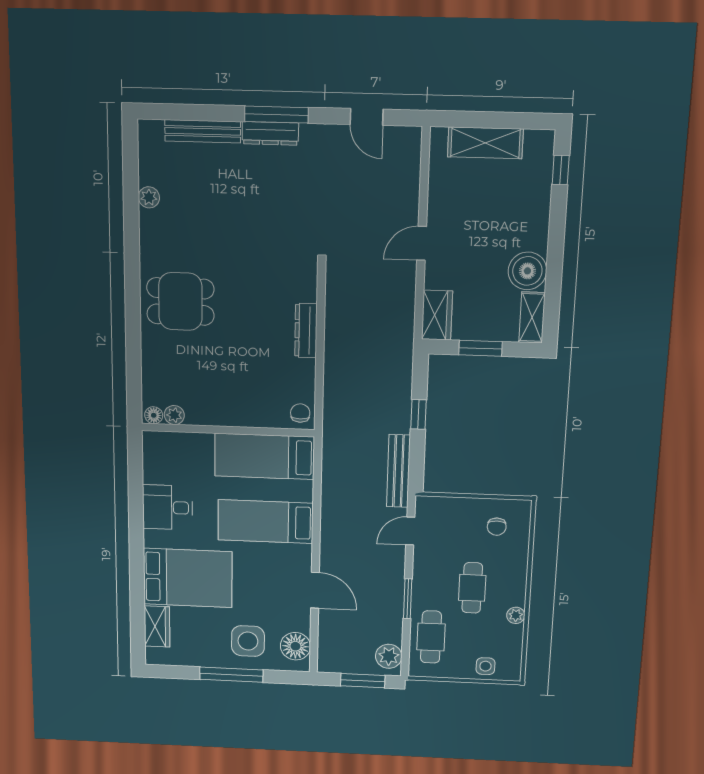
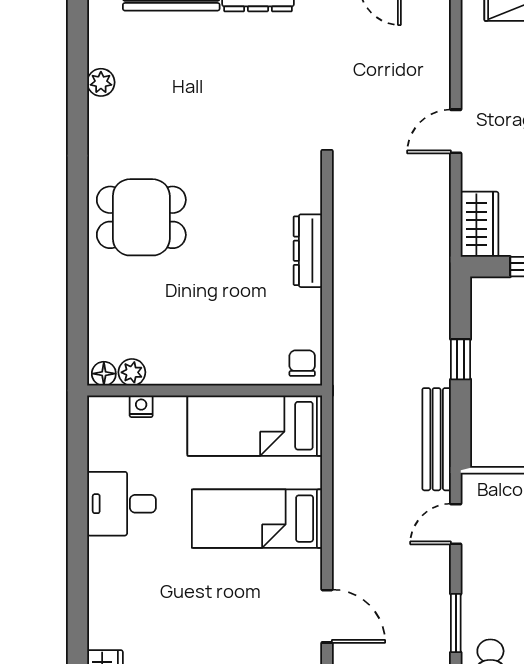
nightstand: (181, 440) -> (141, 406), added
bed: (188, 578) -> (149, 606), removed

